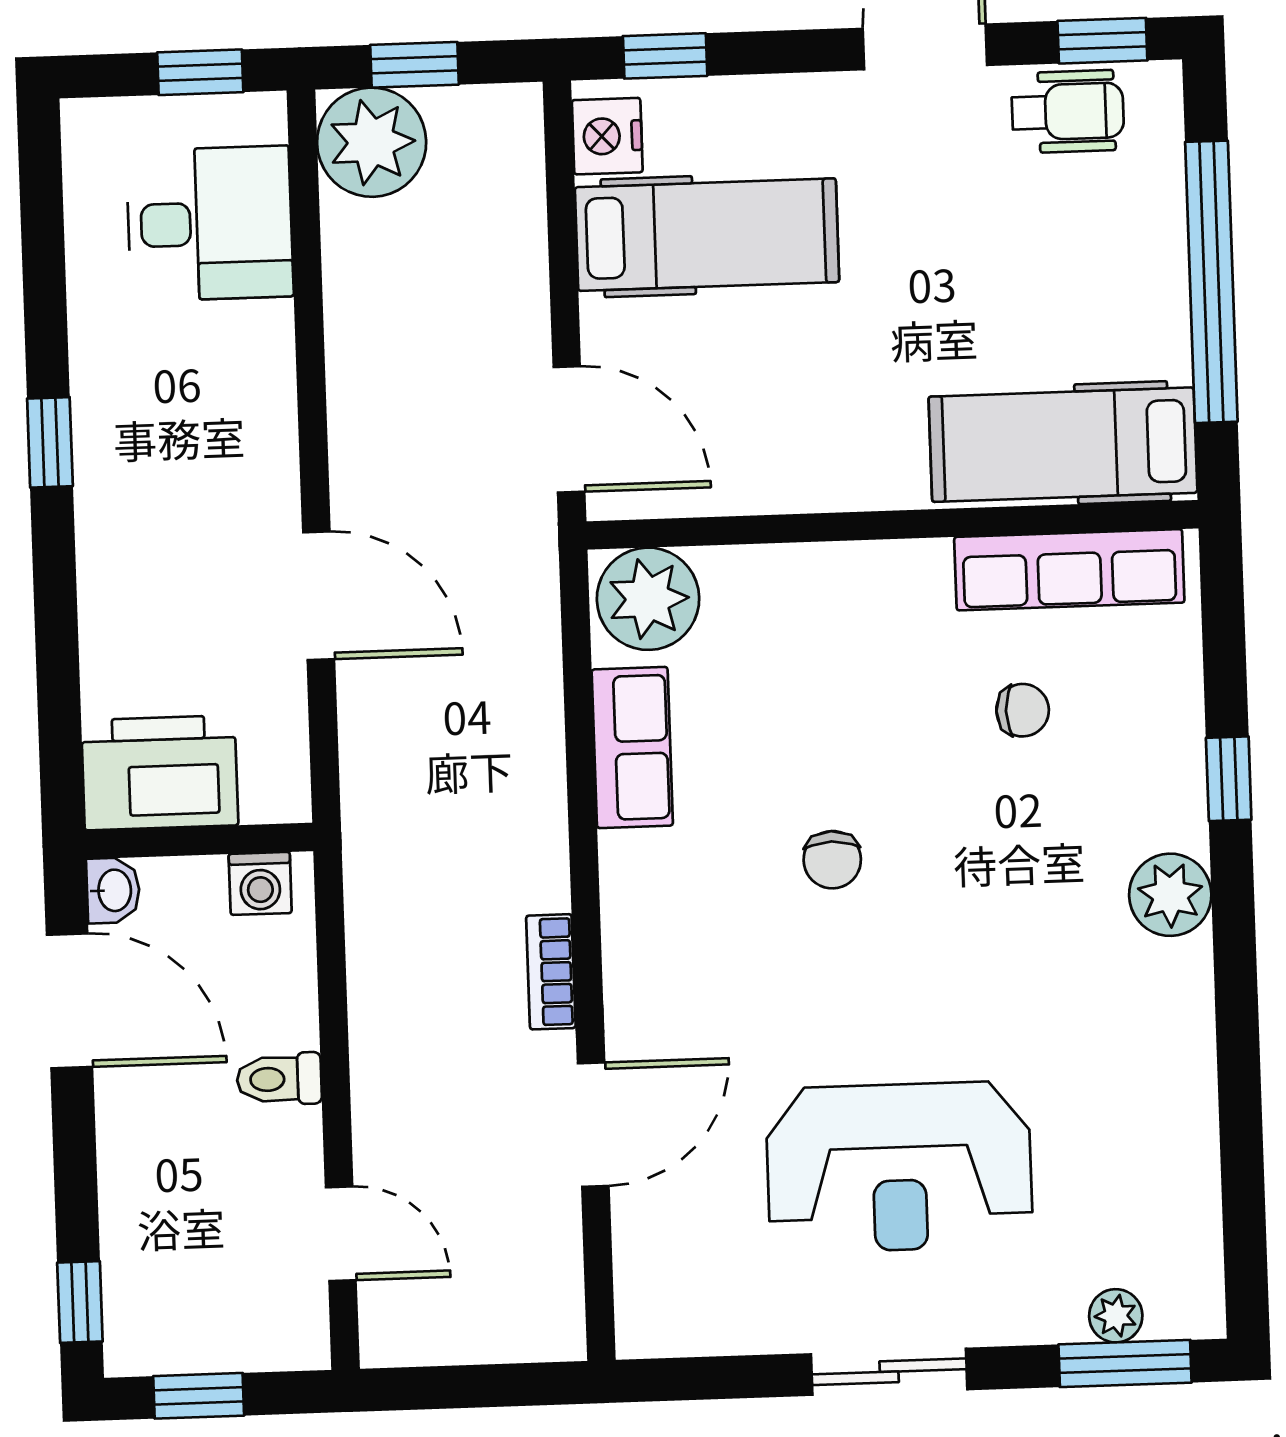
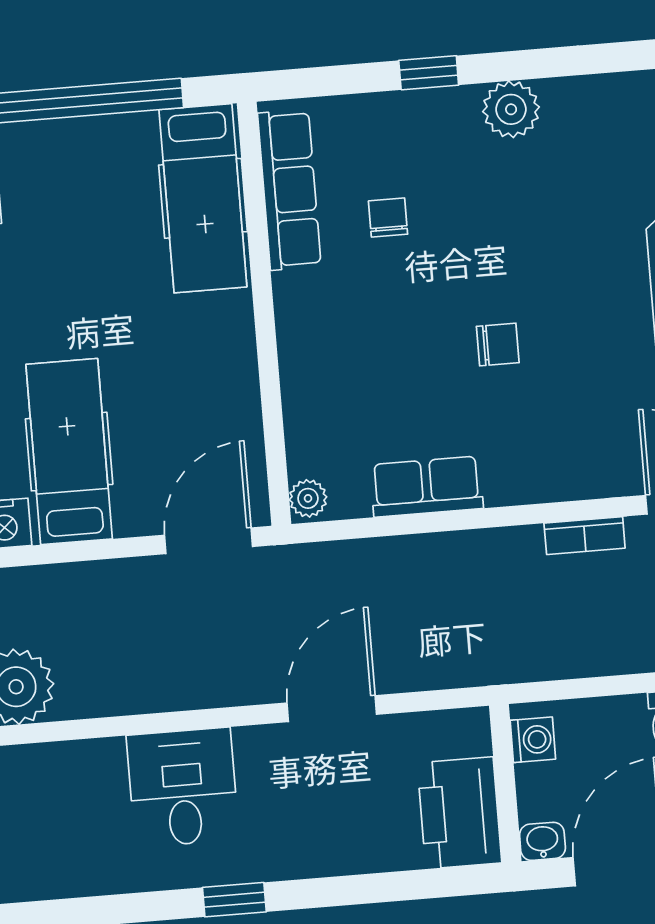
desk: (210, 224) -> (183, 787), moved
plant: (648, 599) -> (308, 498), width x0.53, depth x0.53

